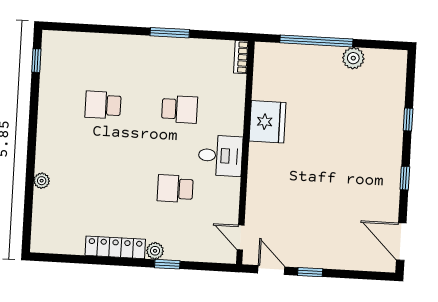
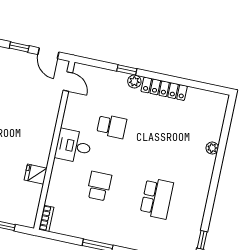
school desk: (103, 105) -> (157, 198), width x1.85
school desk: (180, 109) -> (99, 186), turned 90
fridge: (267, 122) -> (36, 174), width x0.53, depth x0.75

